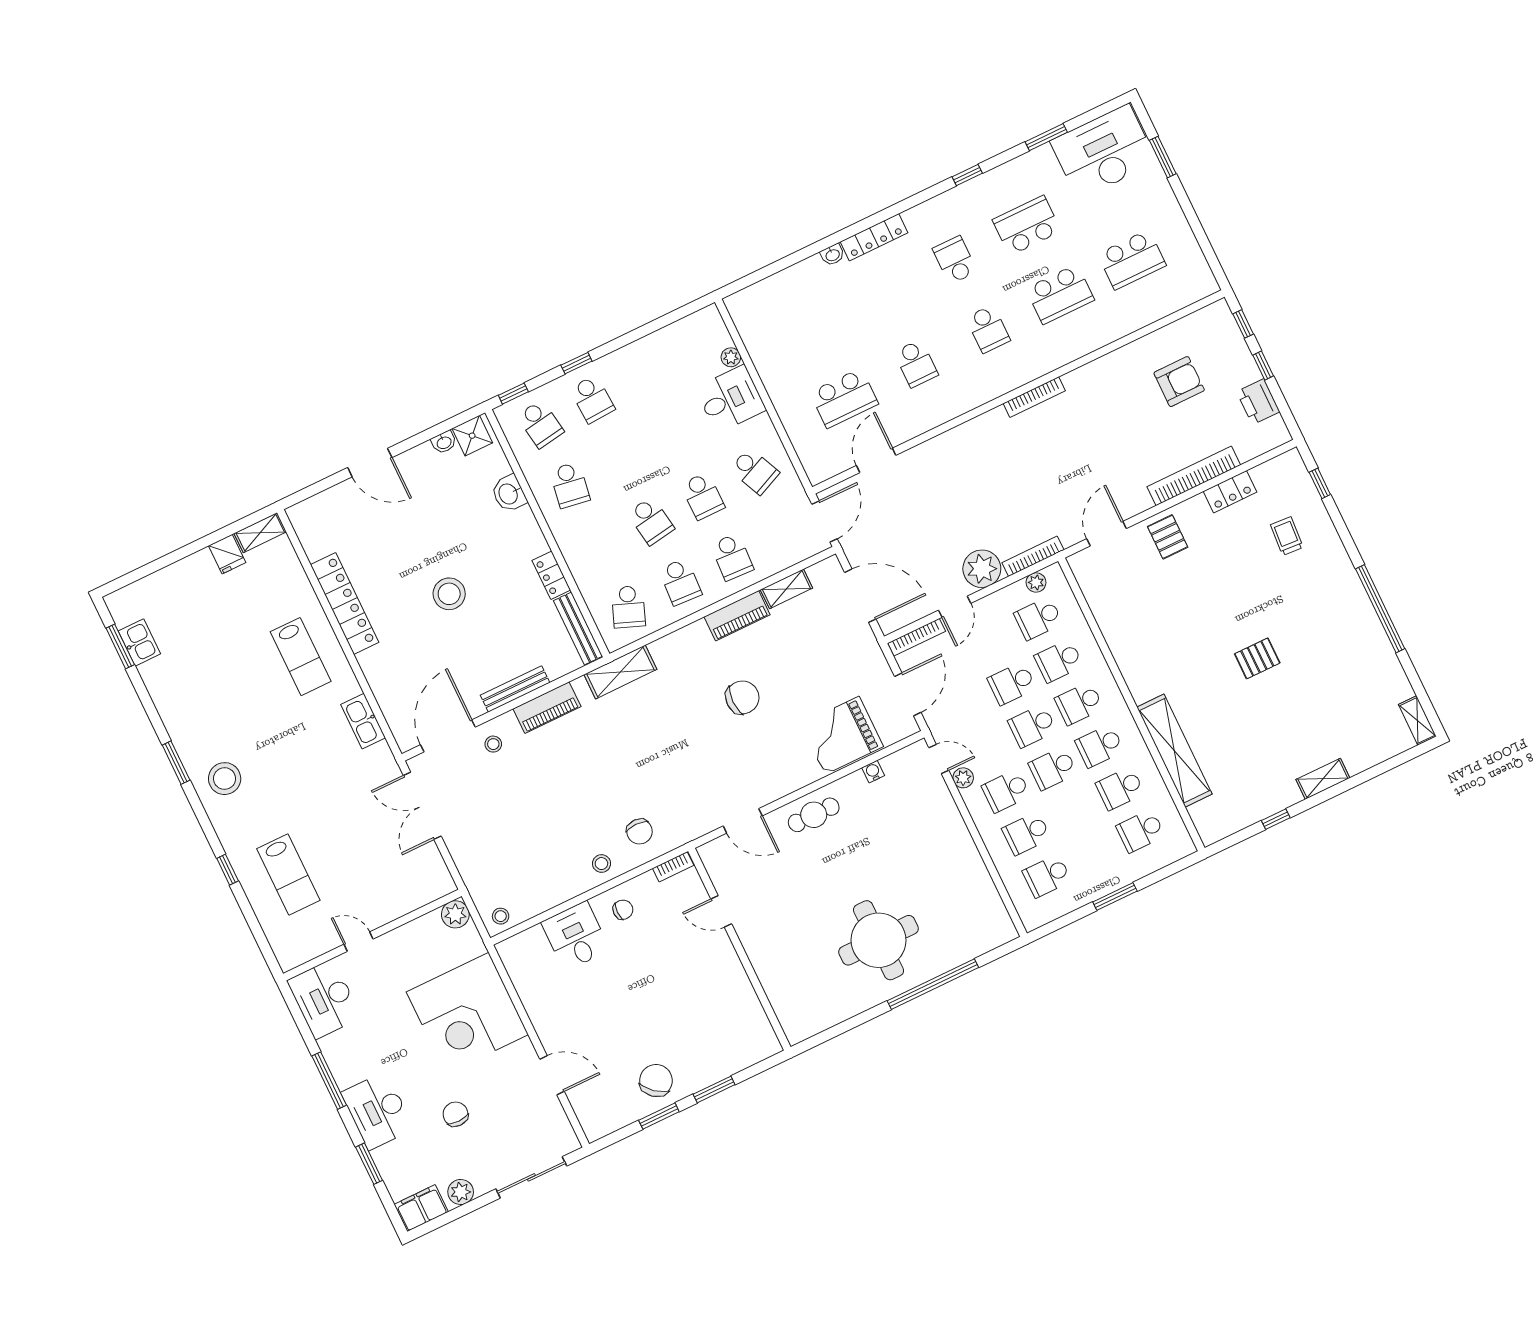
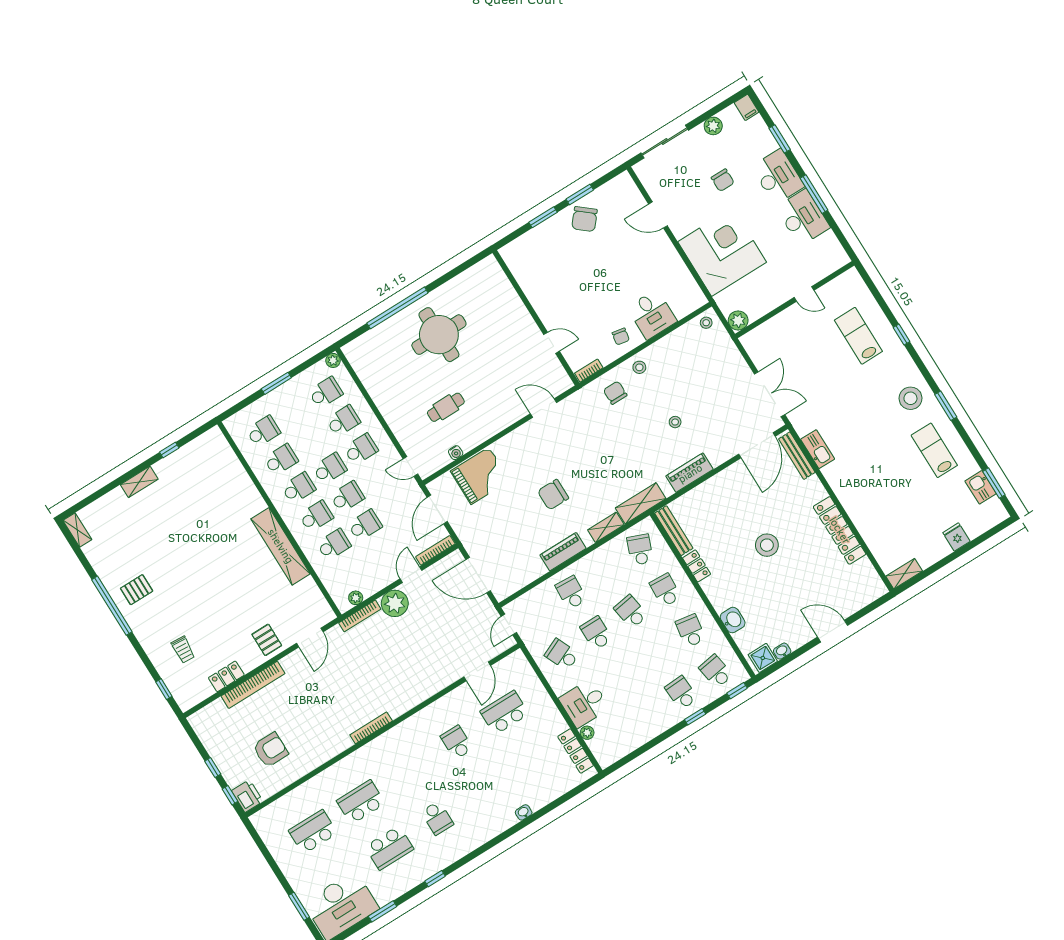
locker: (874, 237) -> (576, 751), moved, turned -90
school desk: (988, 329) -> (409, 772), removed
armchair: (1179, 382) -> (271, 750), turned 180
printer: (1258, 402) -> (247, 796), moved
door: (825, 521) -> (509, 625), width x0.73
fridge: (227, 554) -> (956, 537), moved
school desk: (680, 582) -> (665, 590), moved
shelving: (786, 589) -> (606, 527), moved
school desk: (1038, 618) -> (351, 573), removed
lab bench: (301, 657) -> (934, 450), moved
pallet: (1257, 658) -> (137, 590), moved
bench: (515, 689) -> (797, 456), moved, turned 90
stool: (493, 744) -> (675, 422), moved
shelving: (1174, 751) -> (281, 546), moved
plant: (963, 778) -> (333, 360), moved
cafe table: (814, 815) -> (446, 407), moved
chair: (623, 910) -> (621, 337), turned -79
desk: (324, 999) -> (803, 217), moved
filing cabinet: (421, 1208) -> (747, 107), width x0.50

